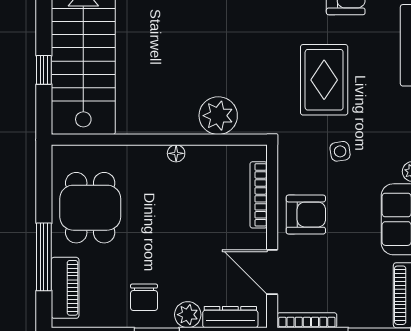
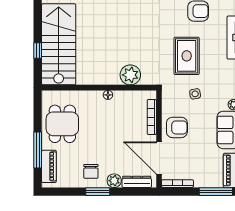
door: (272, 272) -> (159, 158), width x1.36

